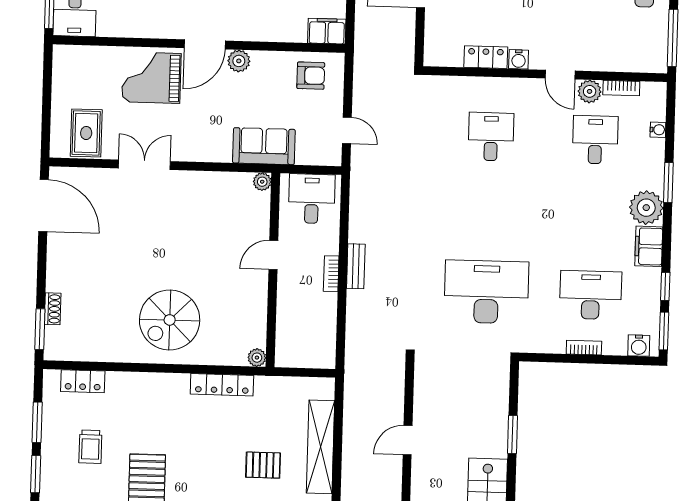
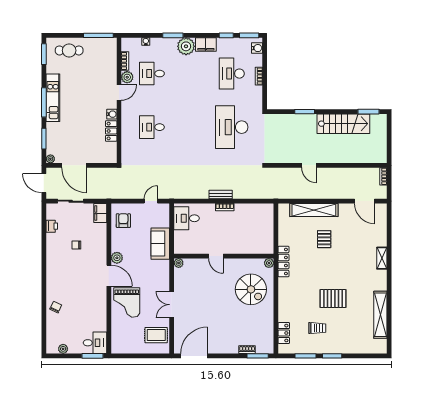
plant: (262, 182) -> (179, 263), moved
door: (273, 255) -> (216, 256), moved
wall: (273, 270) -> (224, 256), moved
plant: (257, 358) -> (269, 263), moved

